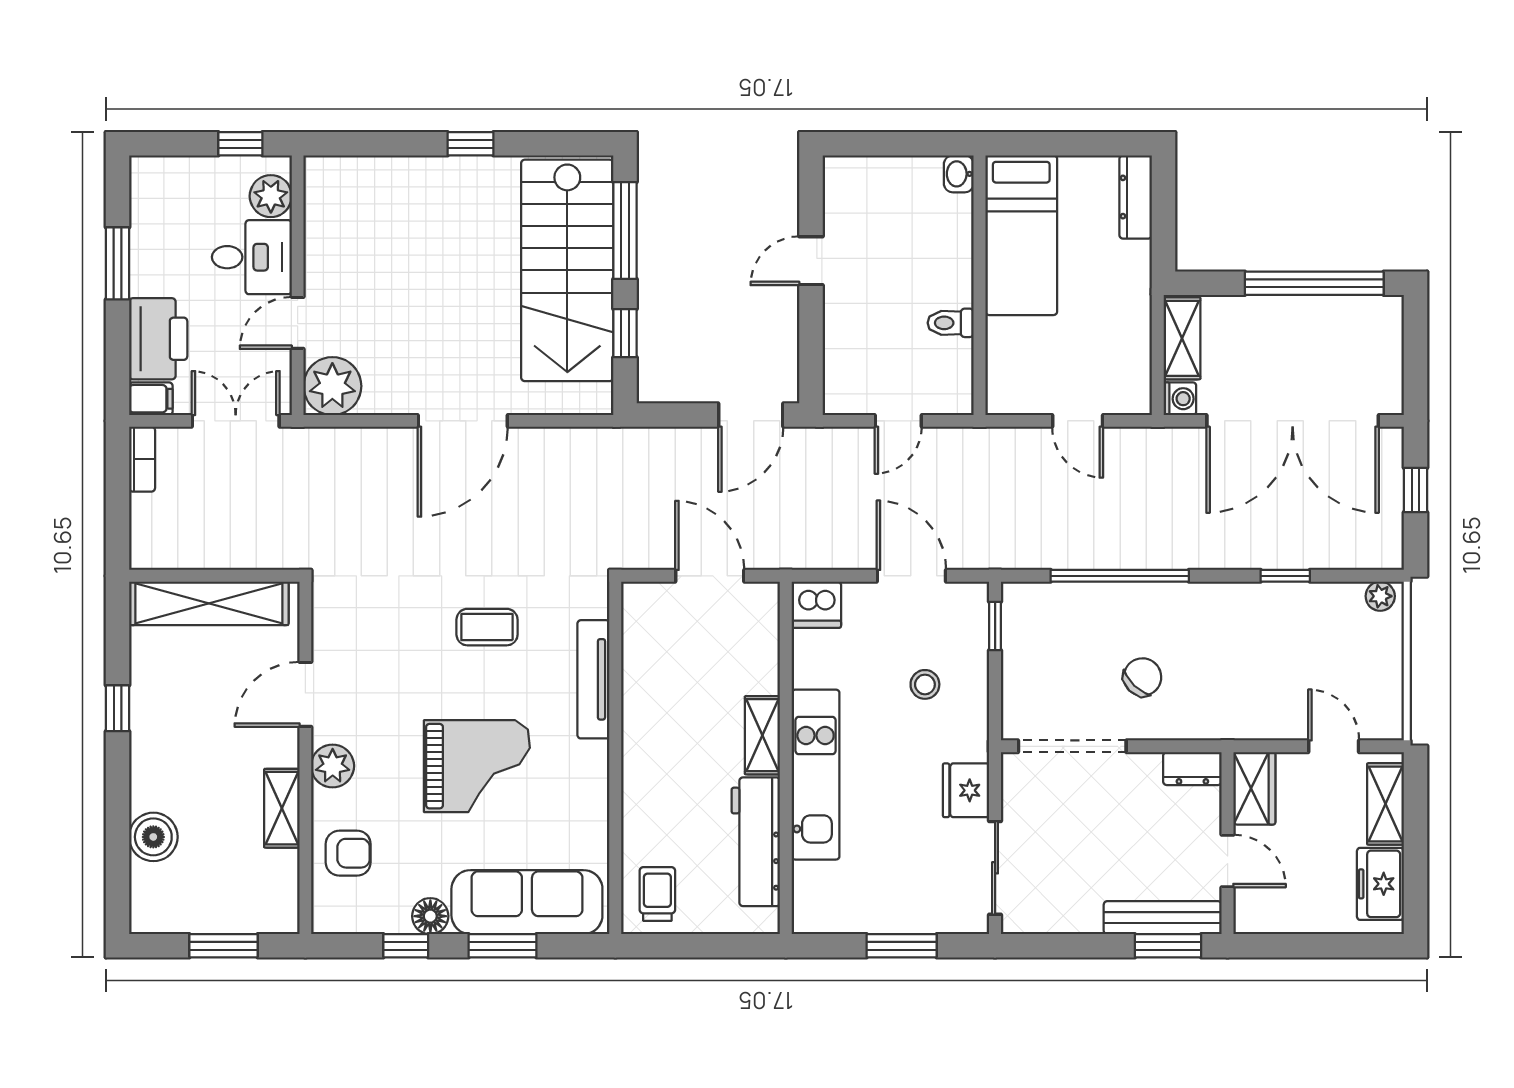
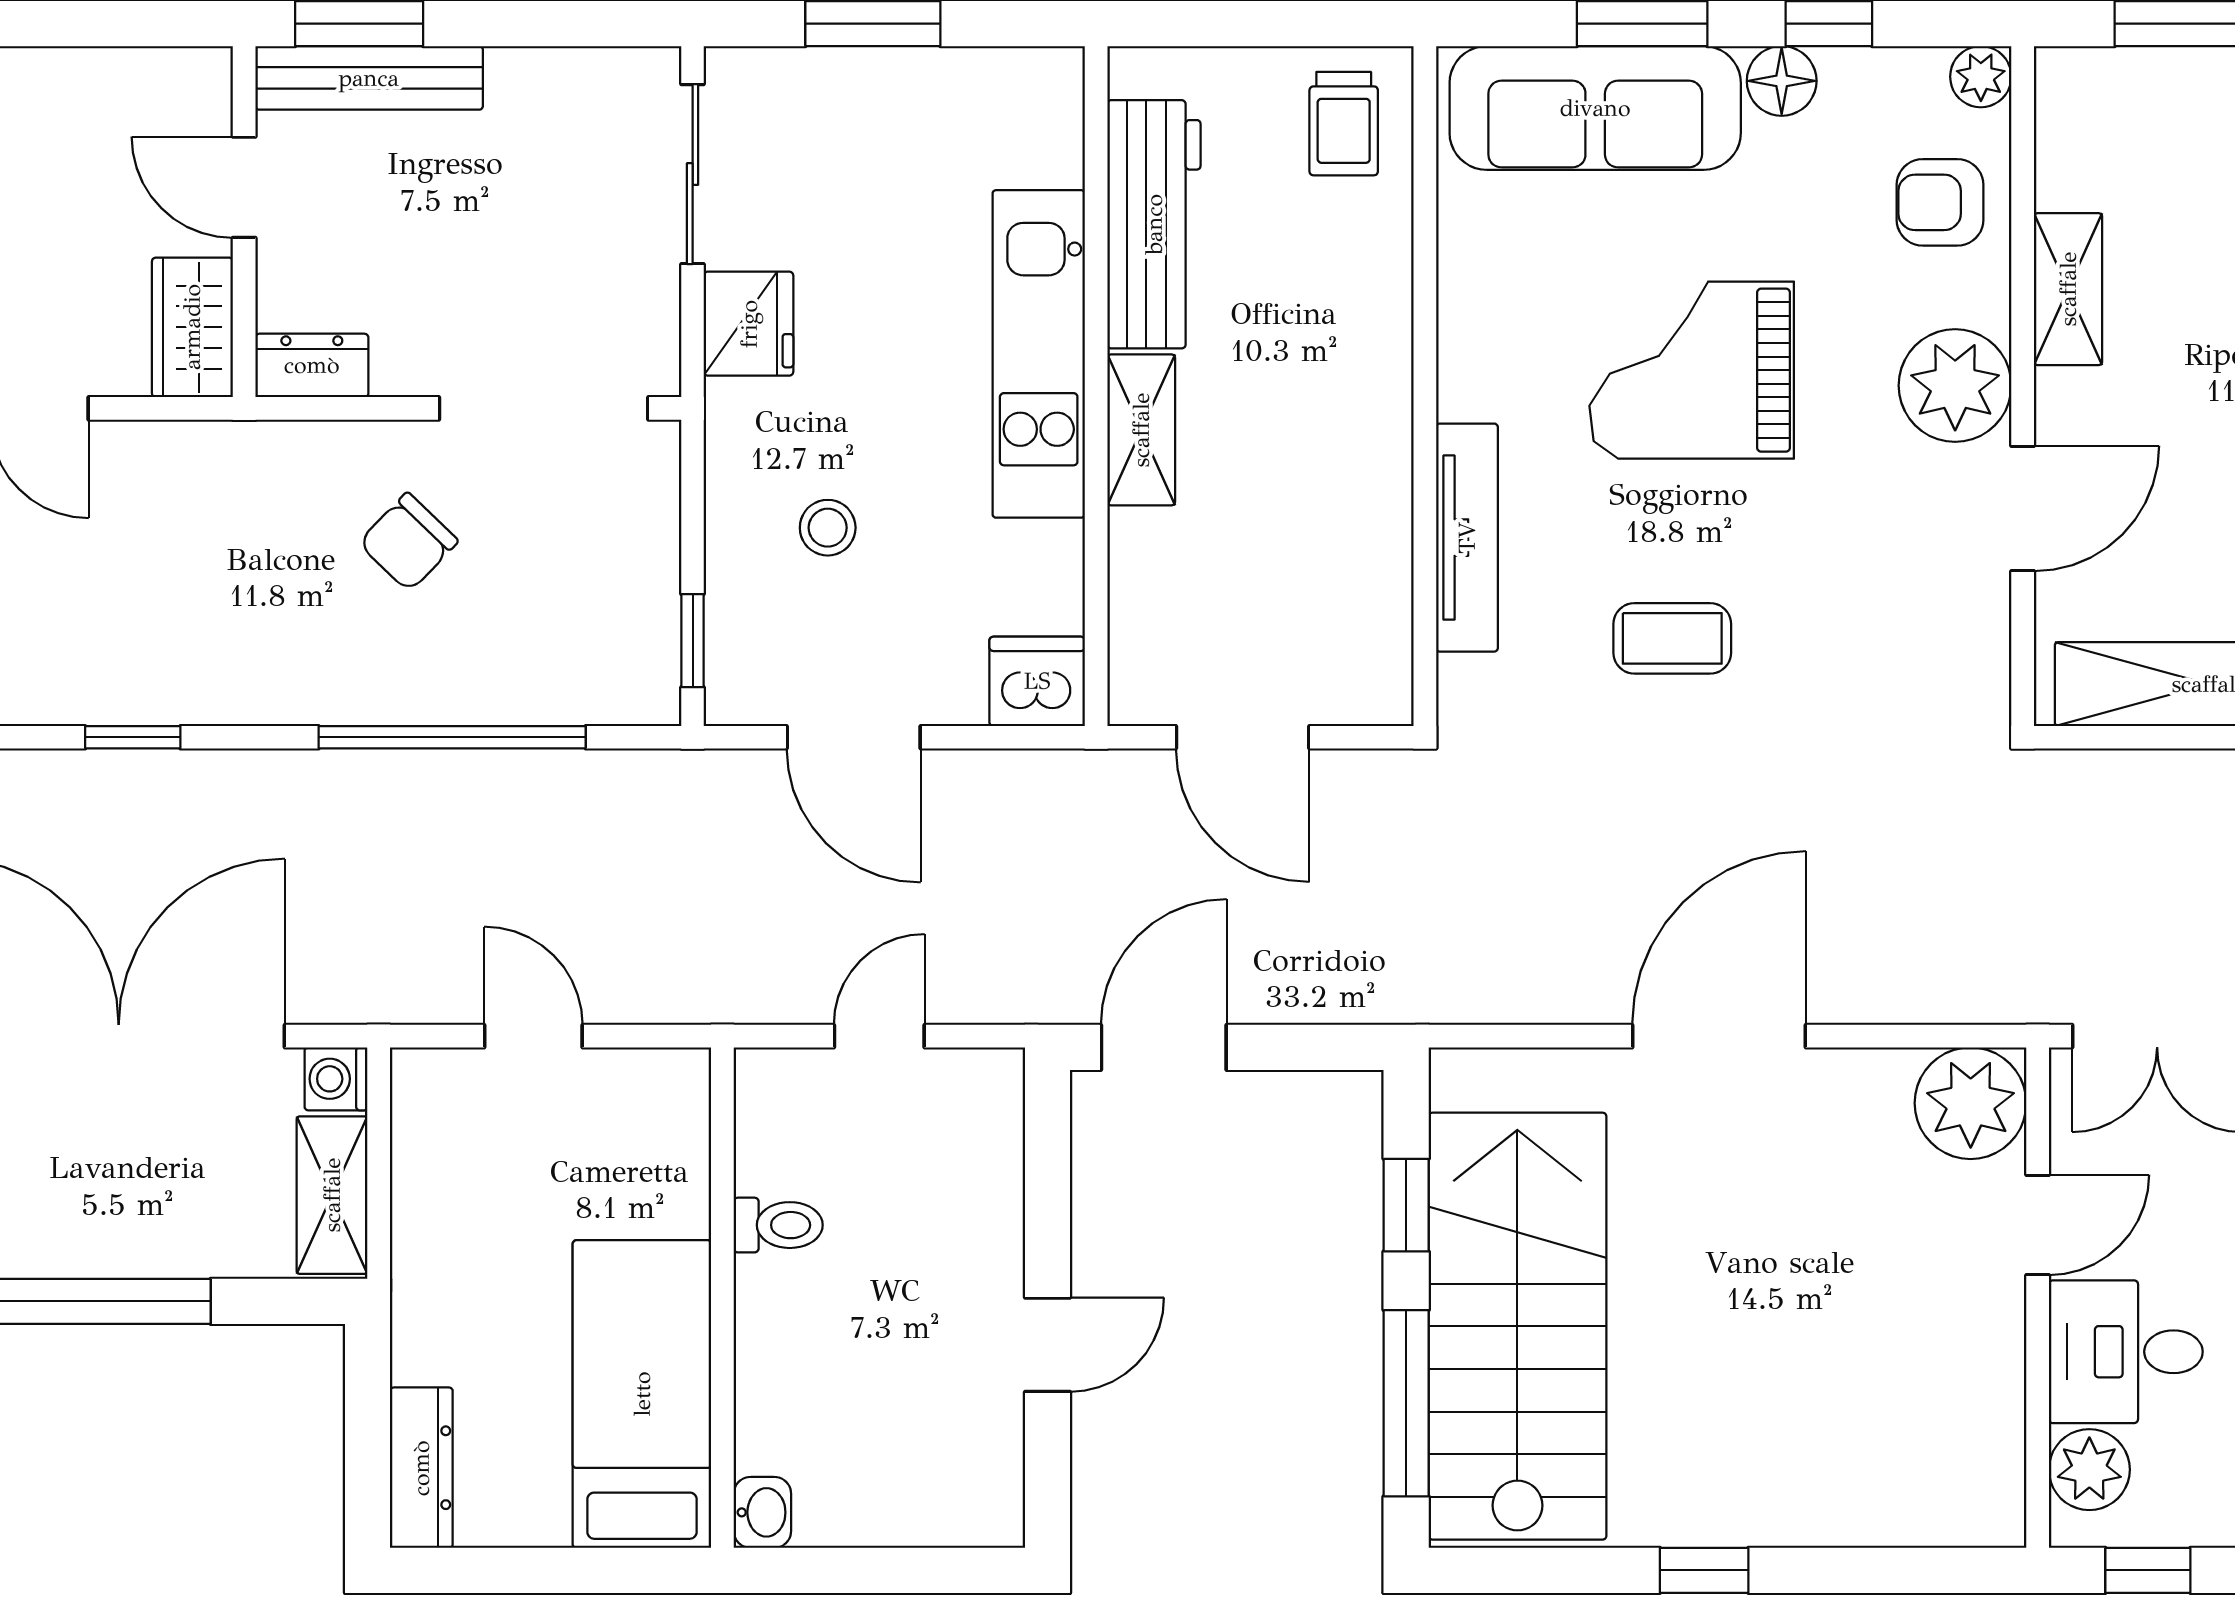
plant: (333, 766) -> (1955, 386), width x1.36, depth x1.36
plant: (327, 918) -> (1981, 77), added

